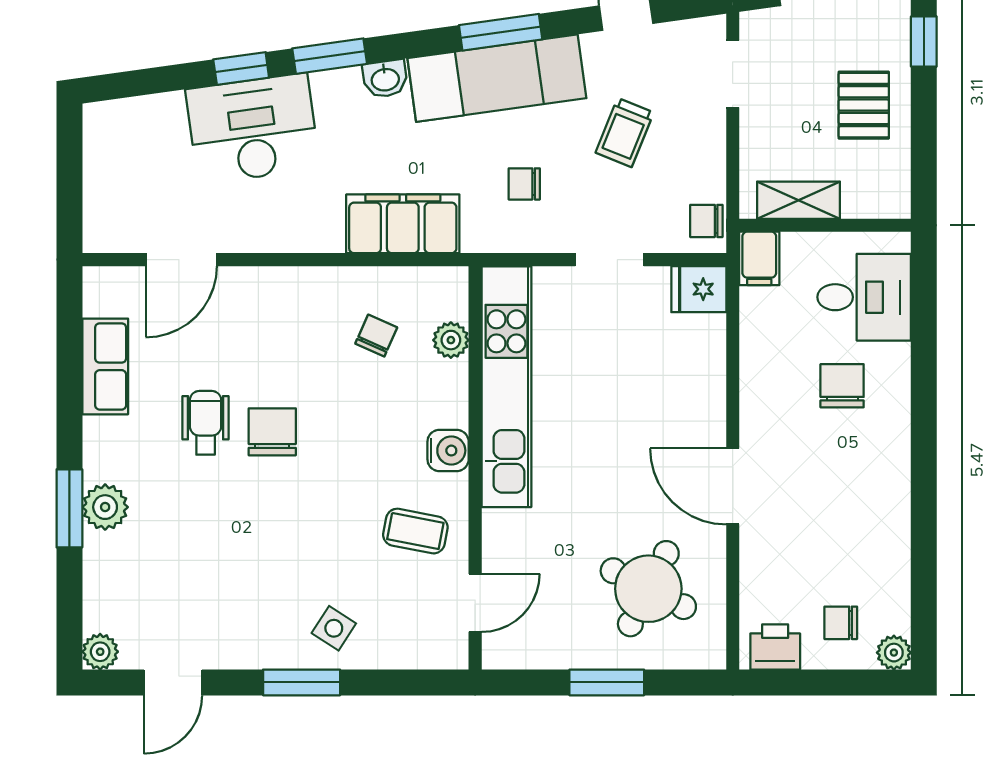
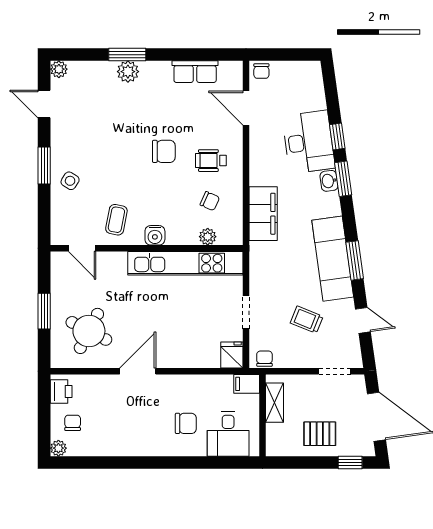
washbasin: (385, 79) -> (329, 181), moved
chair: (524, 184) -> (261, 71), moved, turned 180
wheelchair: (206, 423) -> (211, 161), moved, turned 180

